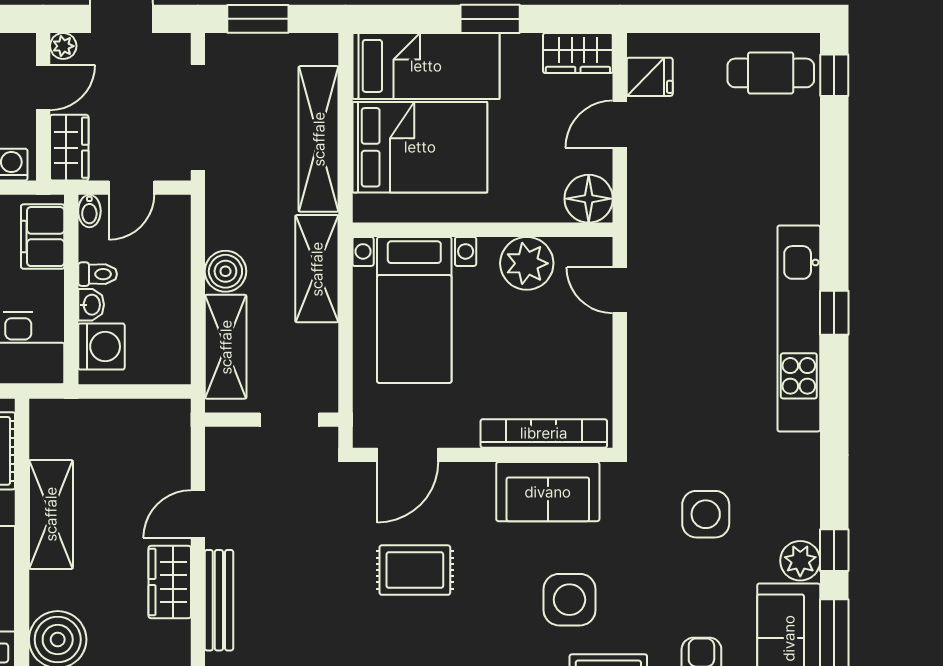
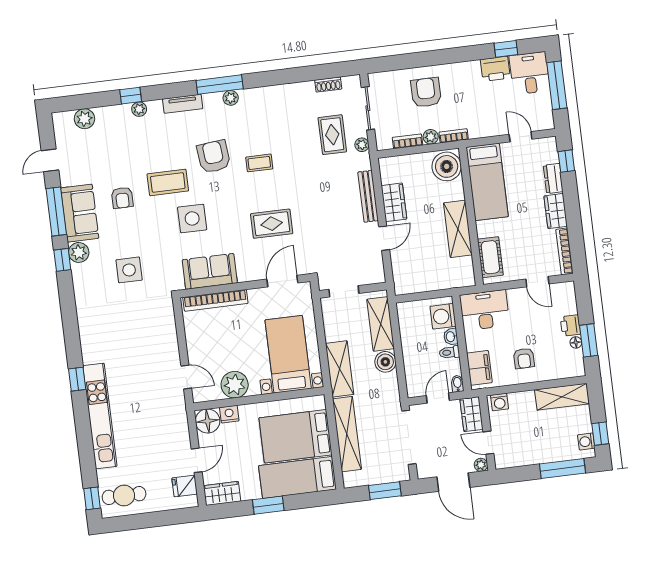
door: (43, 88) -> (488, 443), hinge flipped
nightstand: (544, 207) -> (229, 414), added
kitchen unit: (799, 328) -> (100, 416), moved

